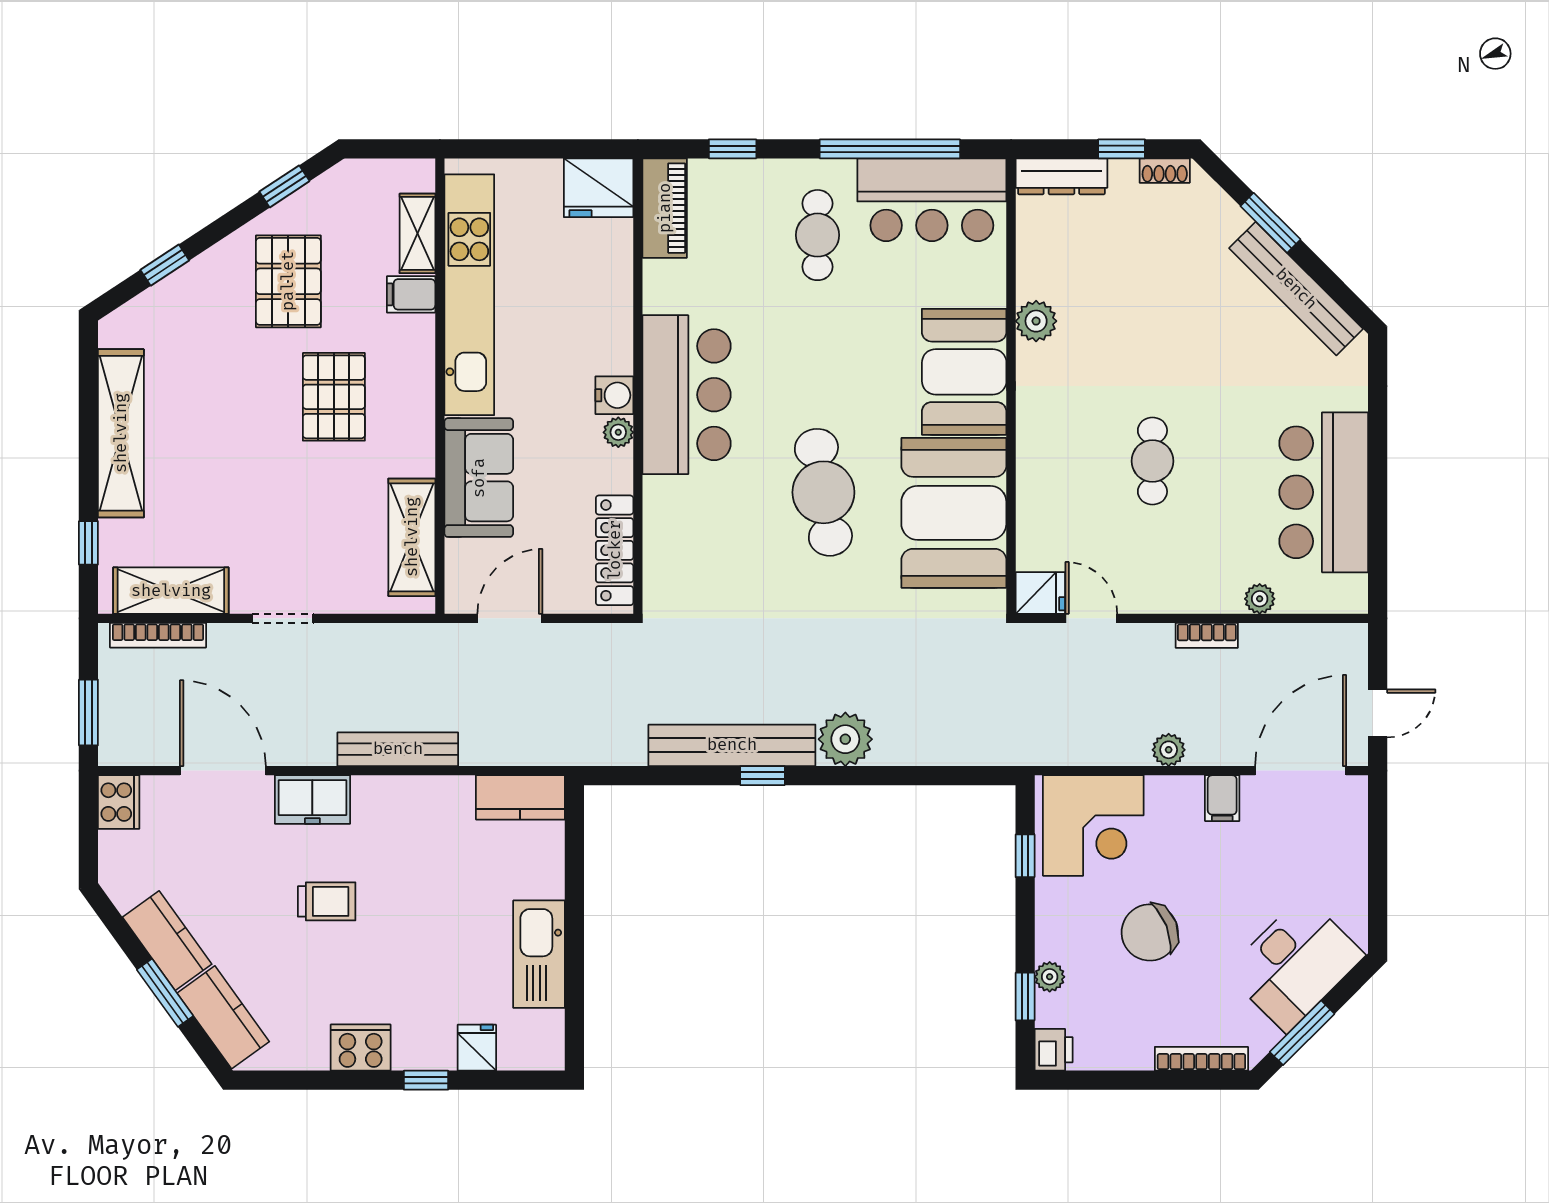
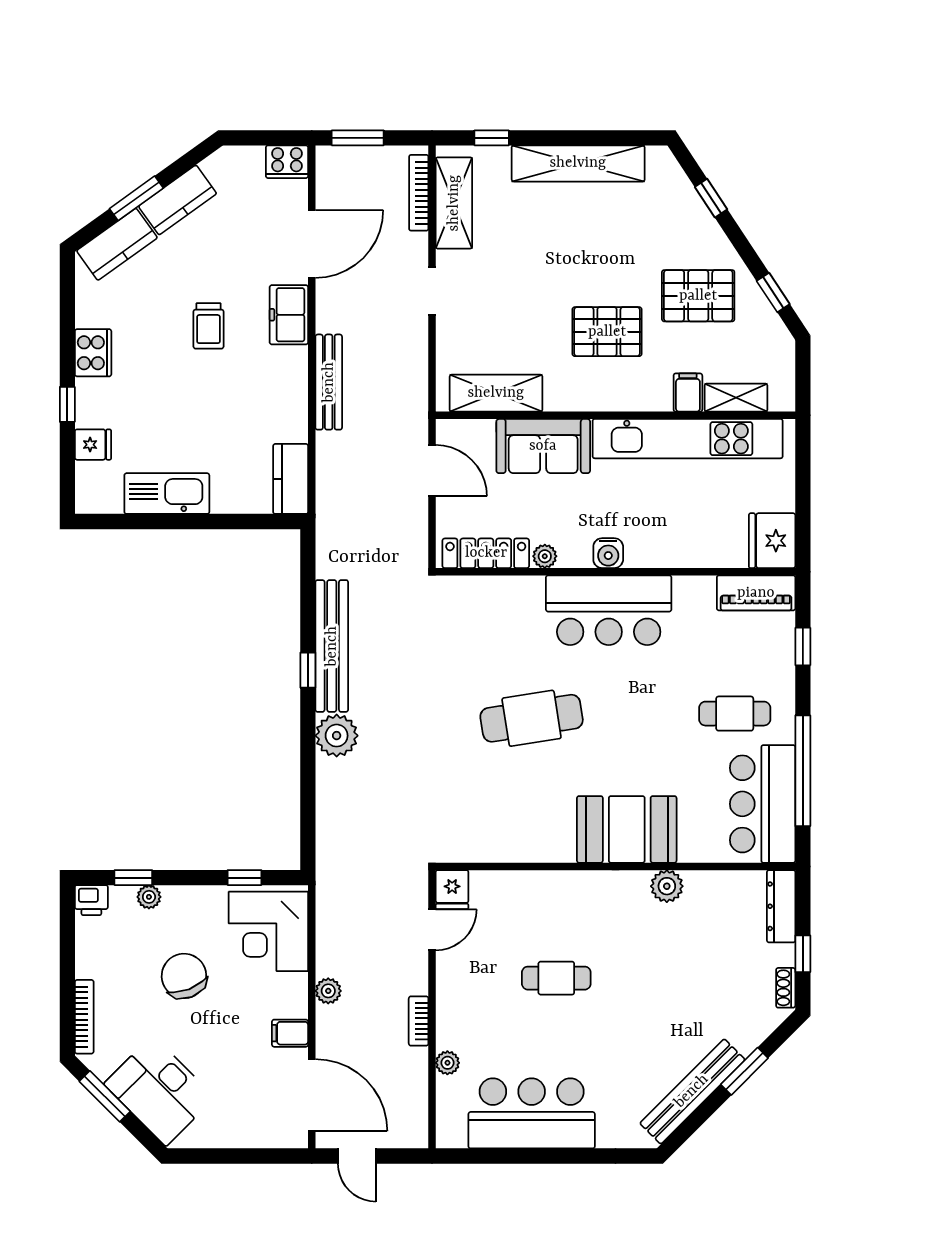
plant: (618, 432) -> (545, 556), moved
booth: (954, 513) -> (515, 821), removed

